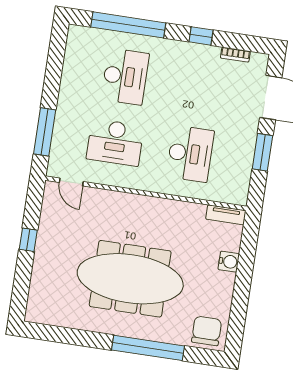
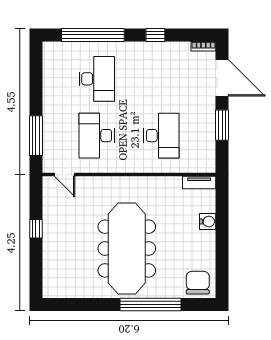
bookcase: (235, 55) -> (203, 46), moved
desk: (115, 142) -> (97, 136), turned 90
meeting table: (130, 279) -> (127, 249), turned 90

